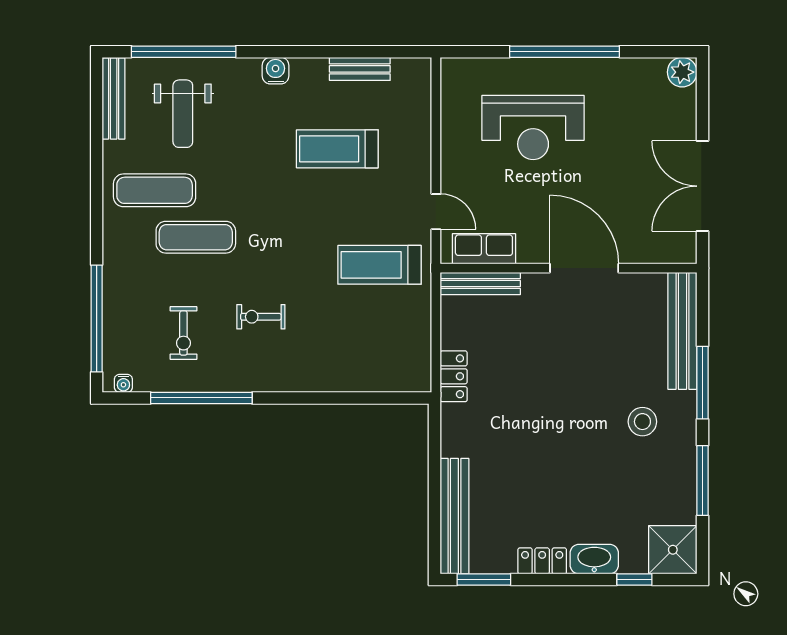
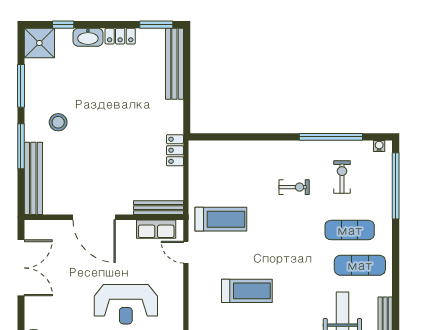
reception desk: (533, 127) -> (126, 304), turned 180
exercise mat: (196, 237) -> (350, 230), moved

